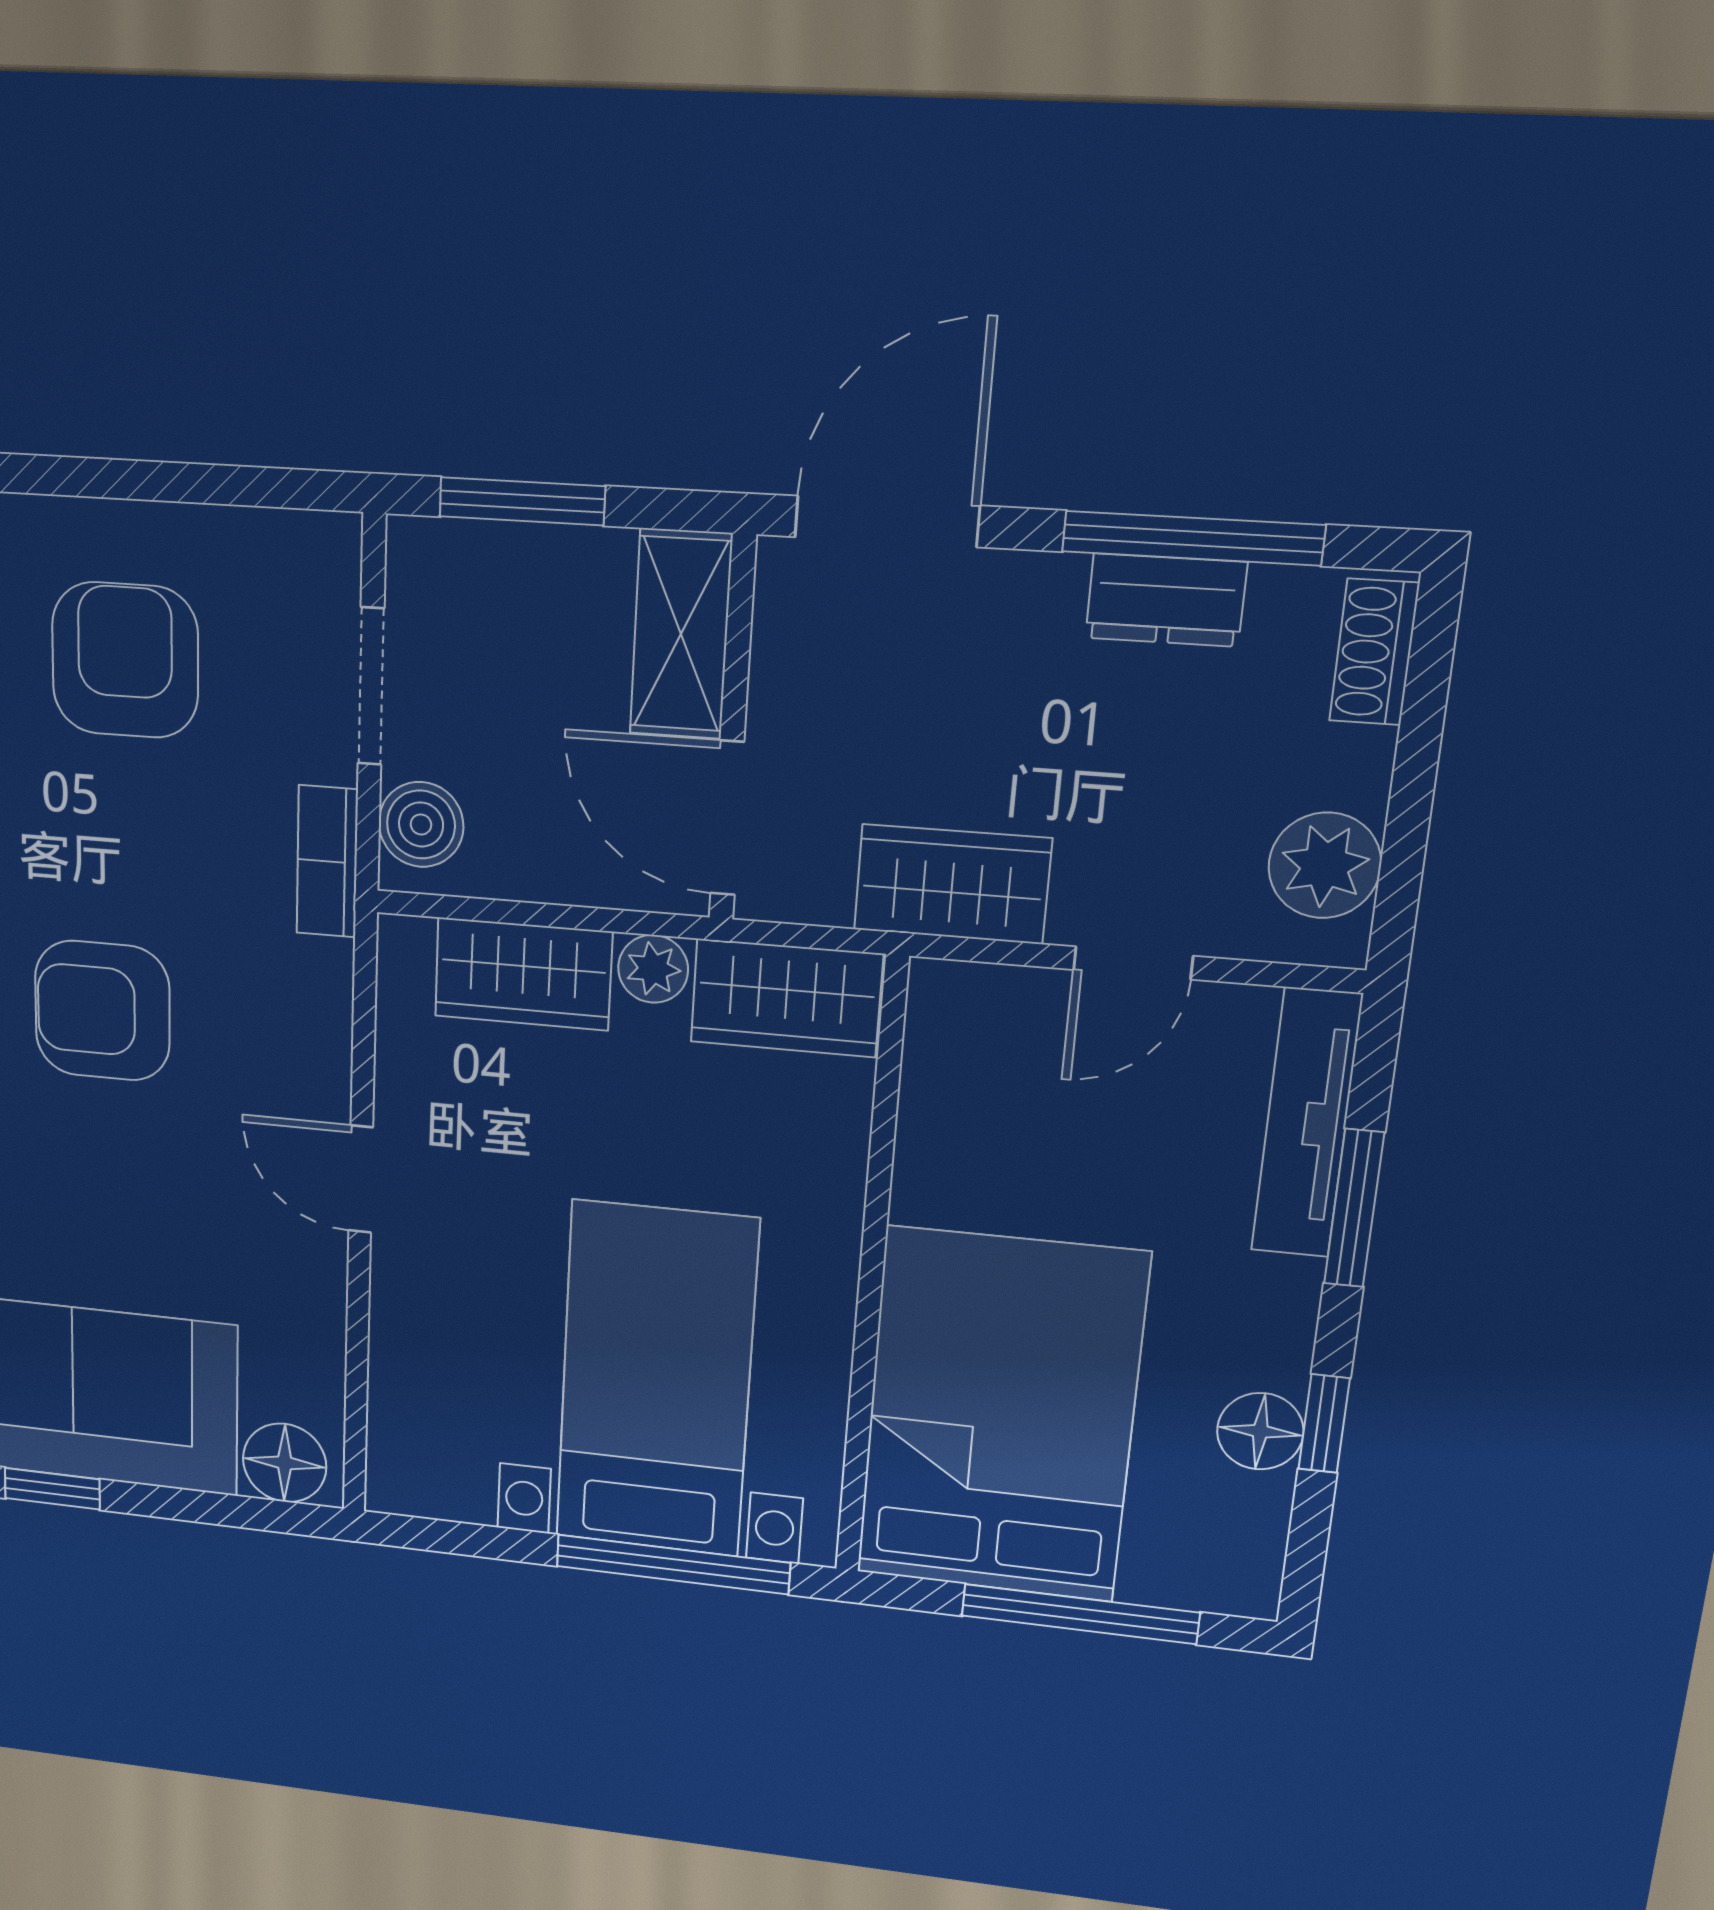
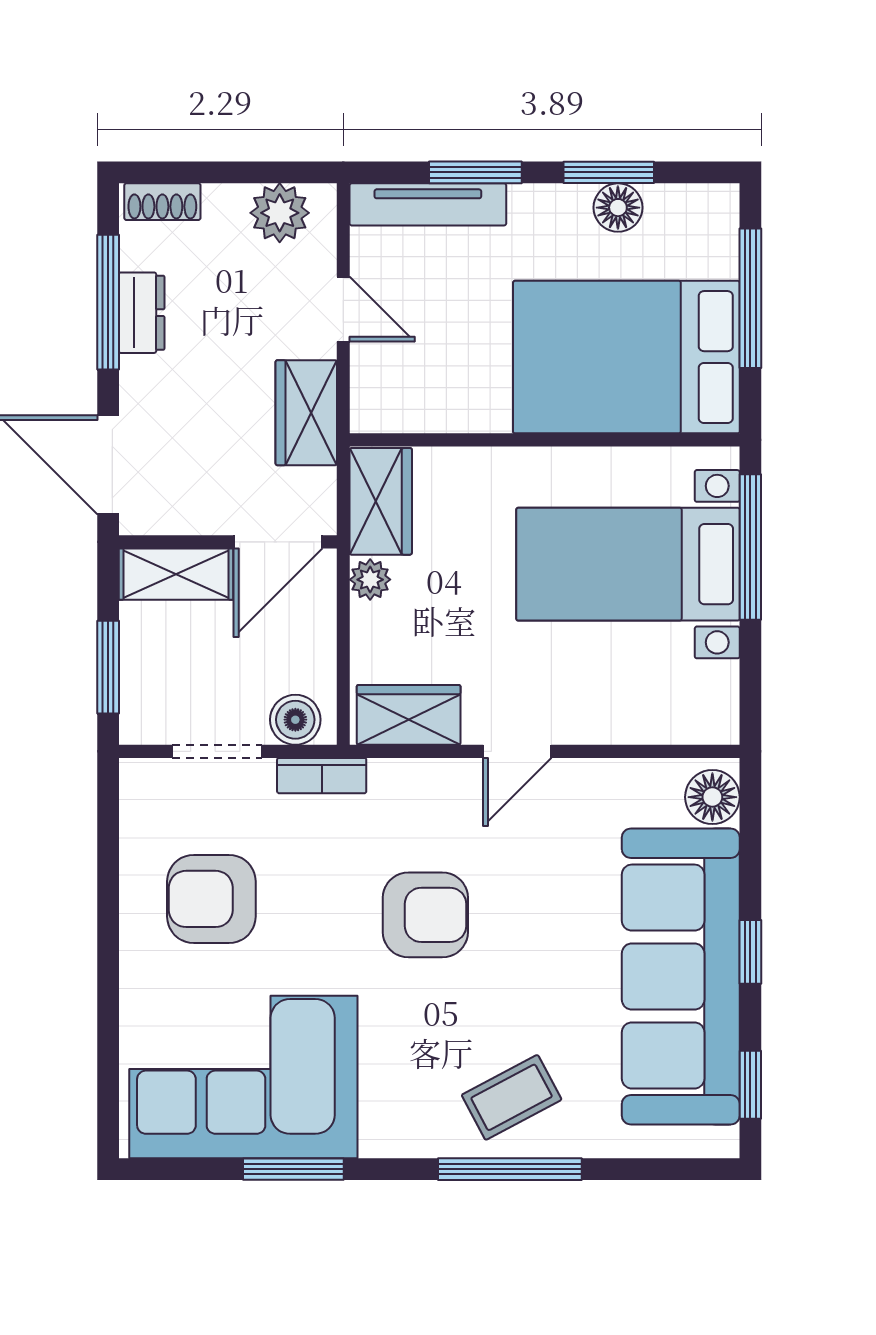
wardrobe: (523, 974) -> (409, 715), moved, turned -90
armchair: (102, 1011) -> (425, 915), turned -90
window: (1324, 1424) -> (609, 172), width x1.50

